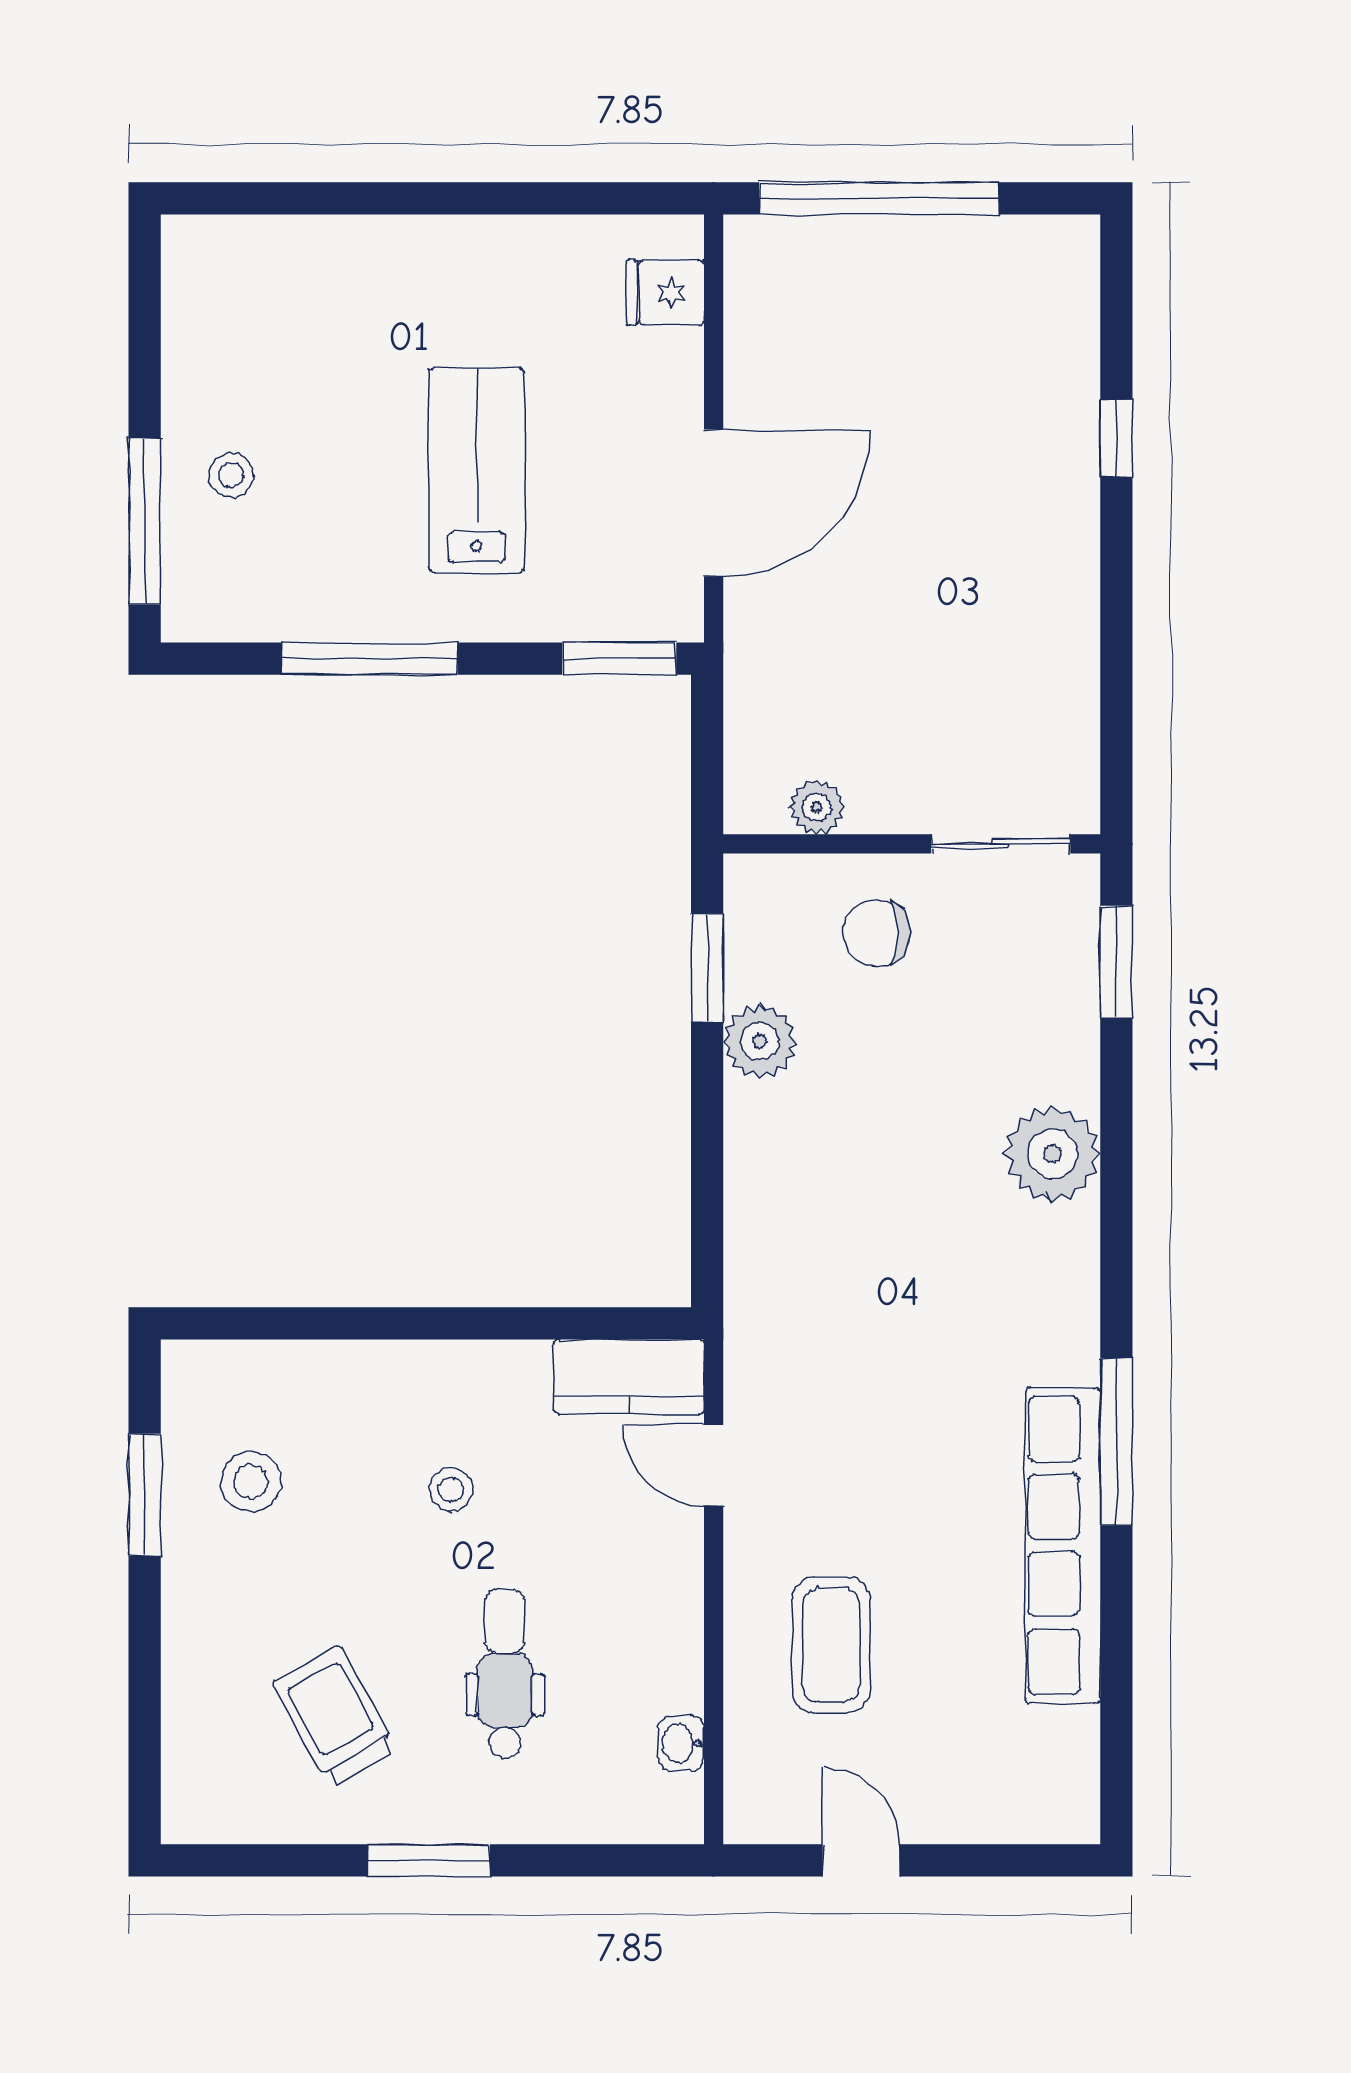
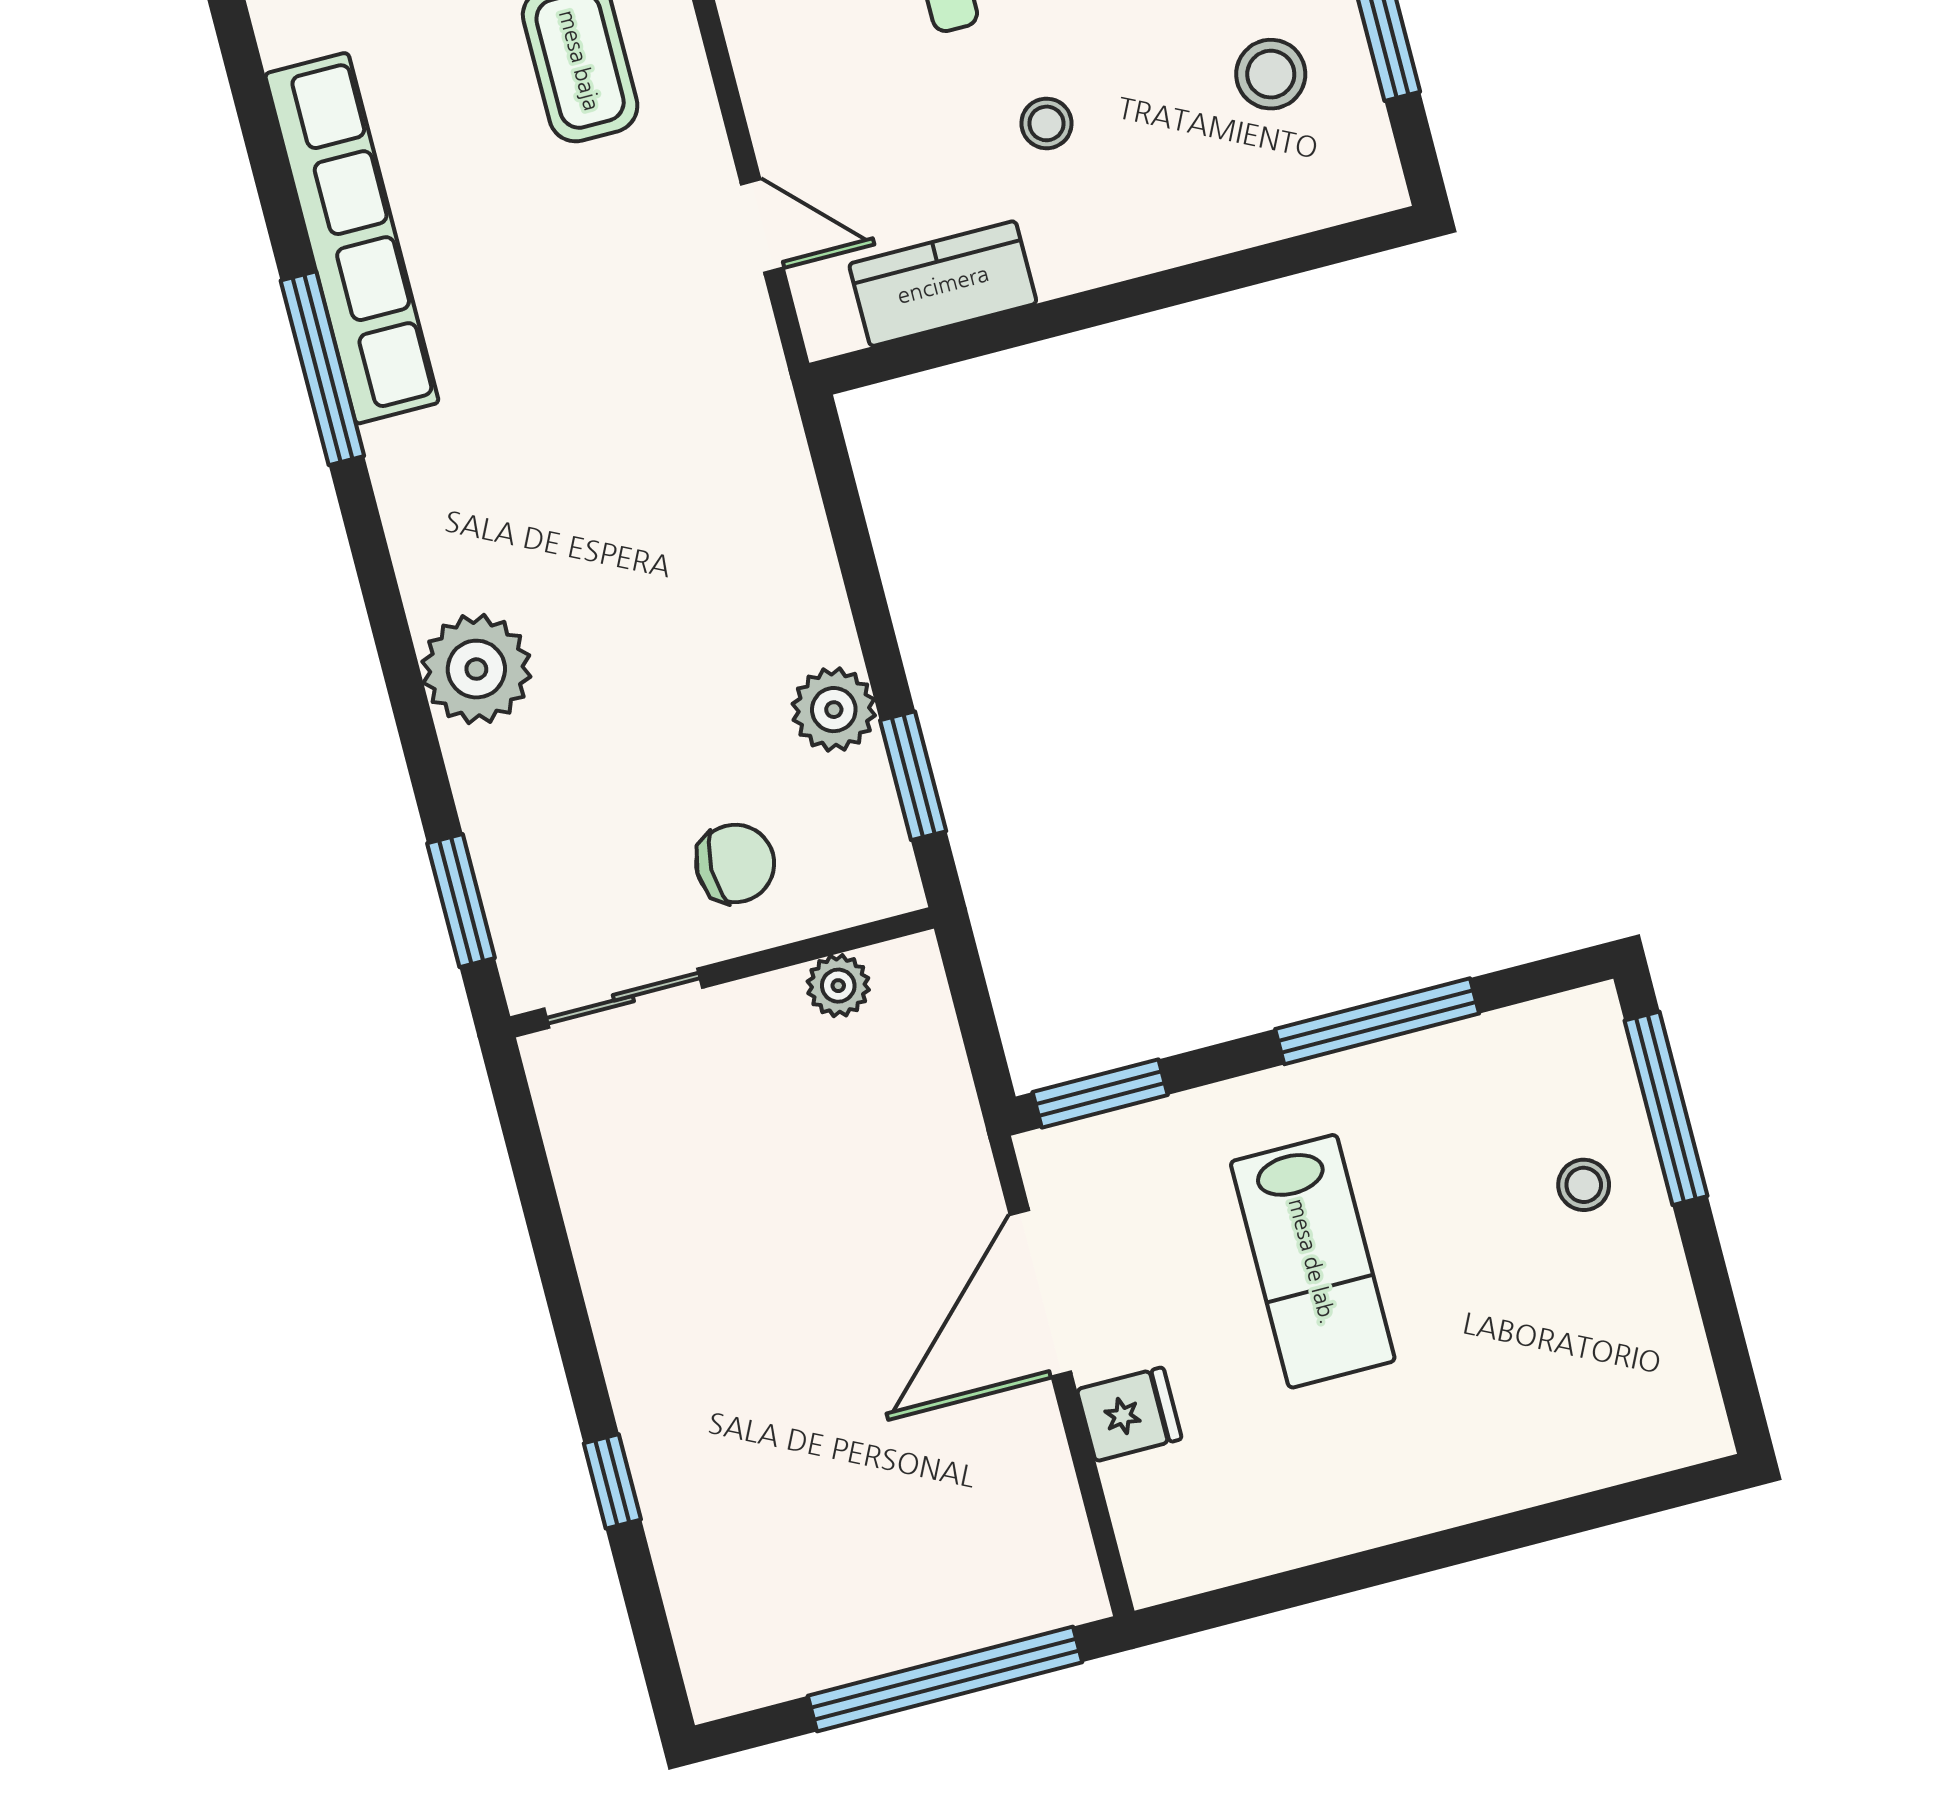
fridge: (665, 293) -> (1129, 1414), moved
kitchen counter: (629, 1377) -> (943, 284), moved

